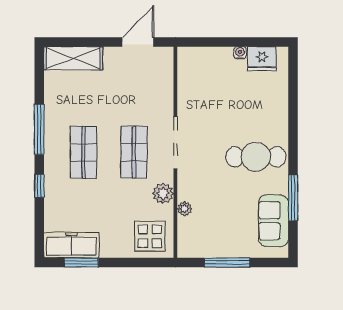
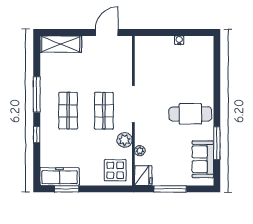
fridge: (262, 59) -> (143, 176), moved, turned -90

